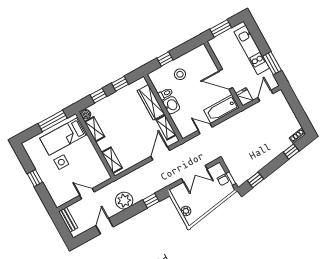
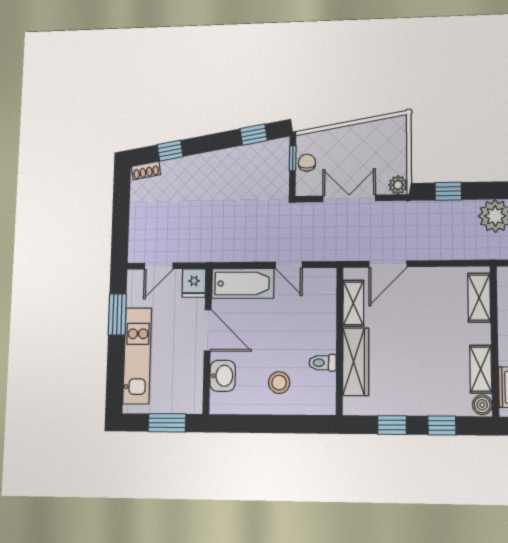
window: (165, 59) -> (290, 424), removed
washbasin: (171, 105) -> (223, 376), moved, turned 180
plant: (186, 211) -> (398, 185), moved

